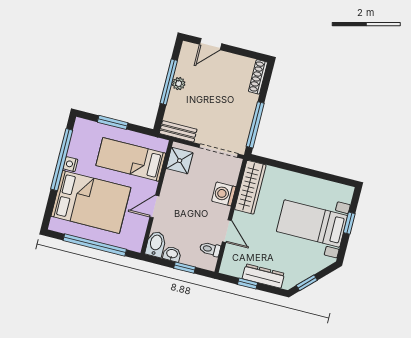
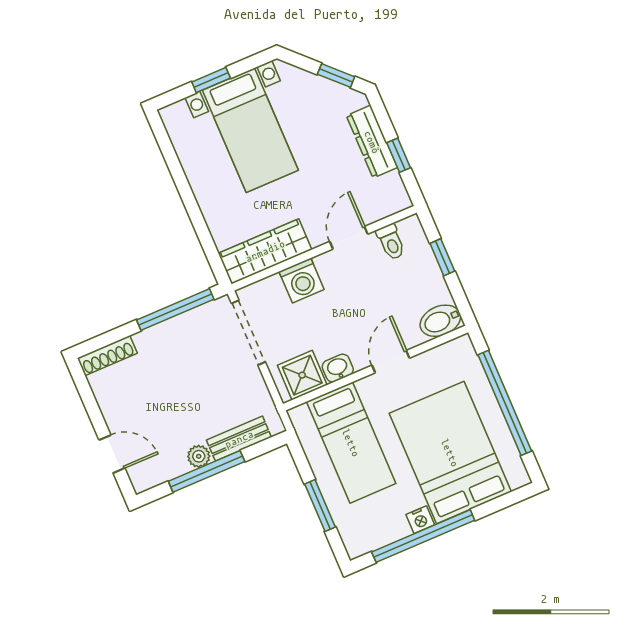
bench: (178, 131) -> (239, 439), moved, turned 90
door: (154, 207) -> (391, 362), swing flipped
washbasin: (172, 254) -> (338, 368), moved, turned 90

